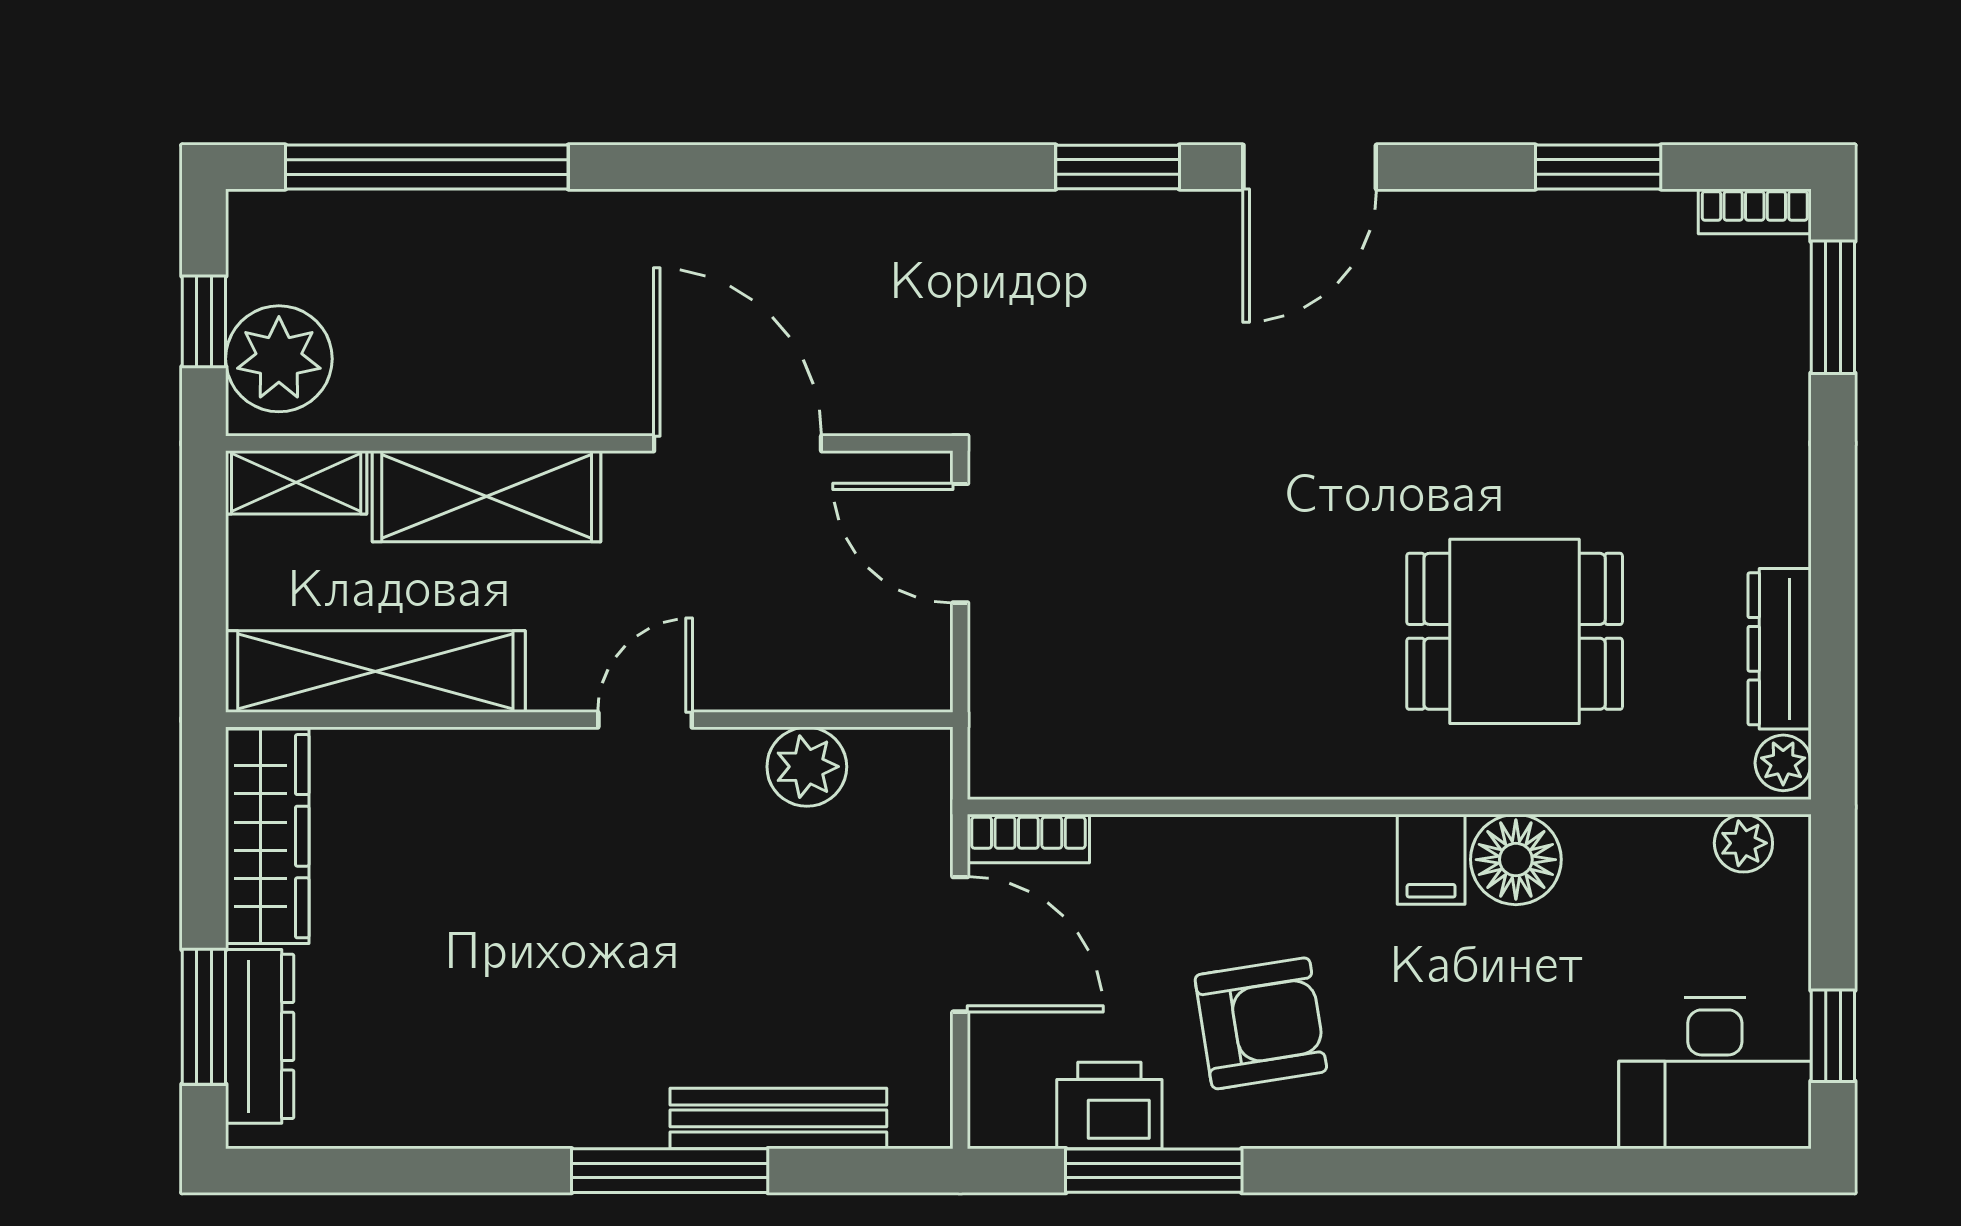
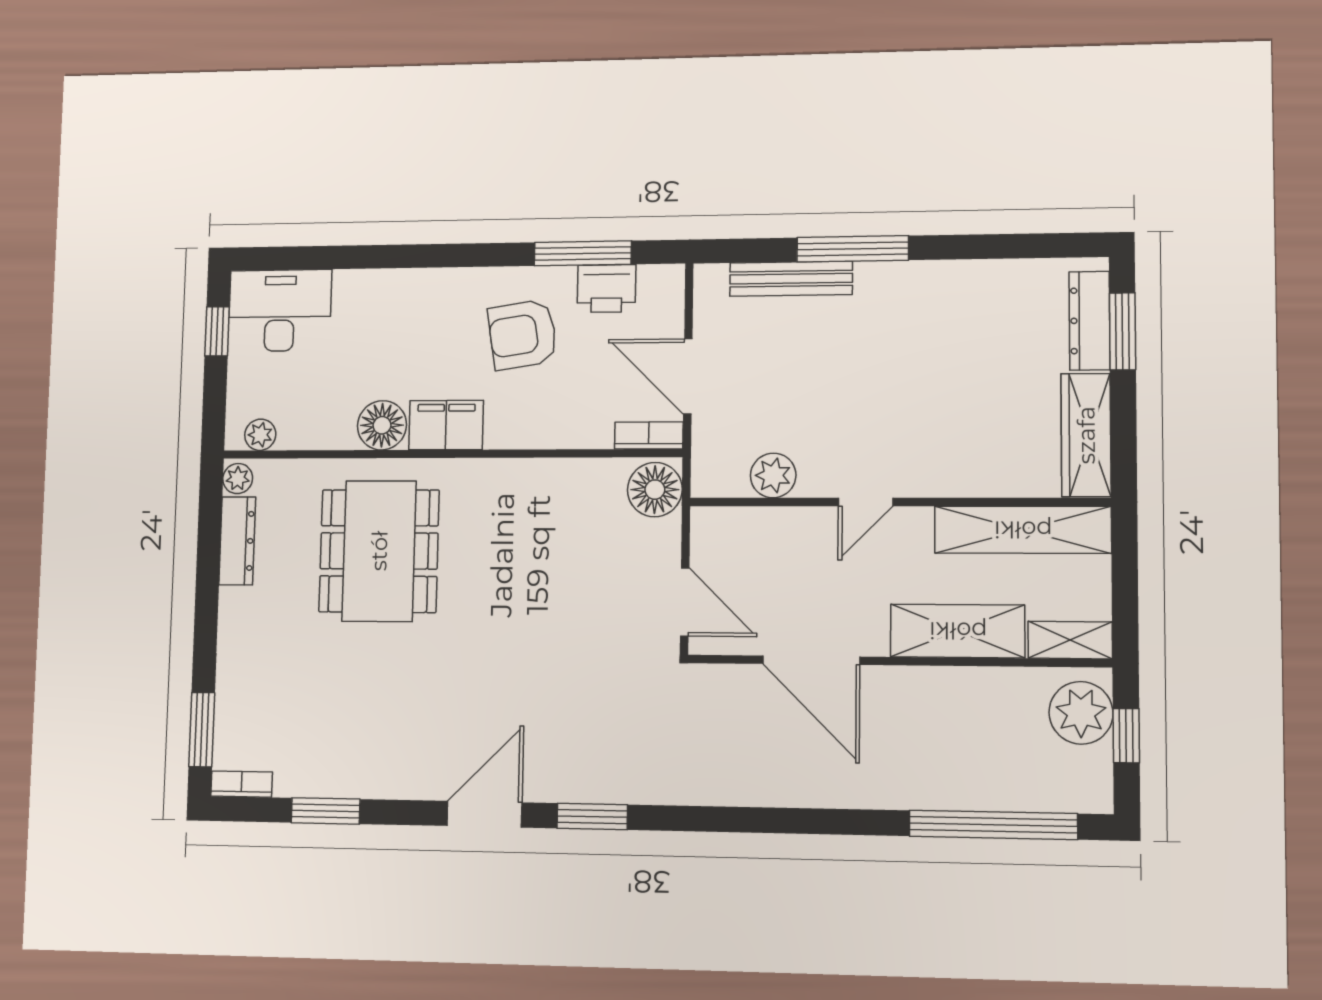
dining table: (1515, 631) -> (379, 551), width x1.38
floor lamp: (1016, 742) -> (655, 490), added
filing cabinet: (1431, 859) -> (446, 425), width x2.00

